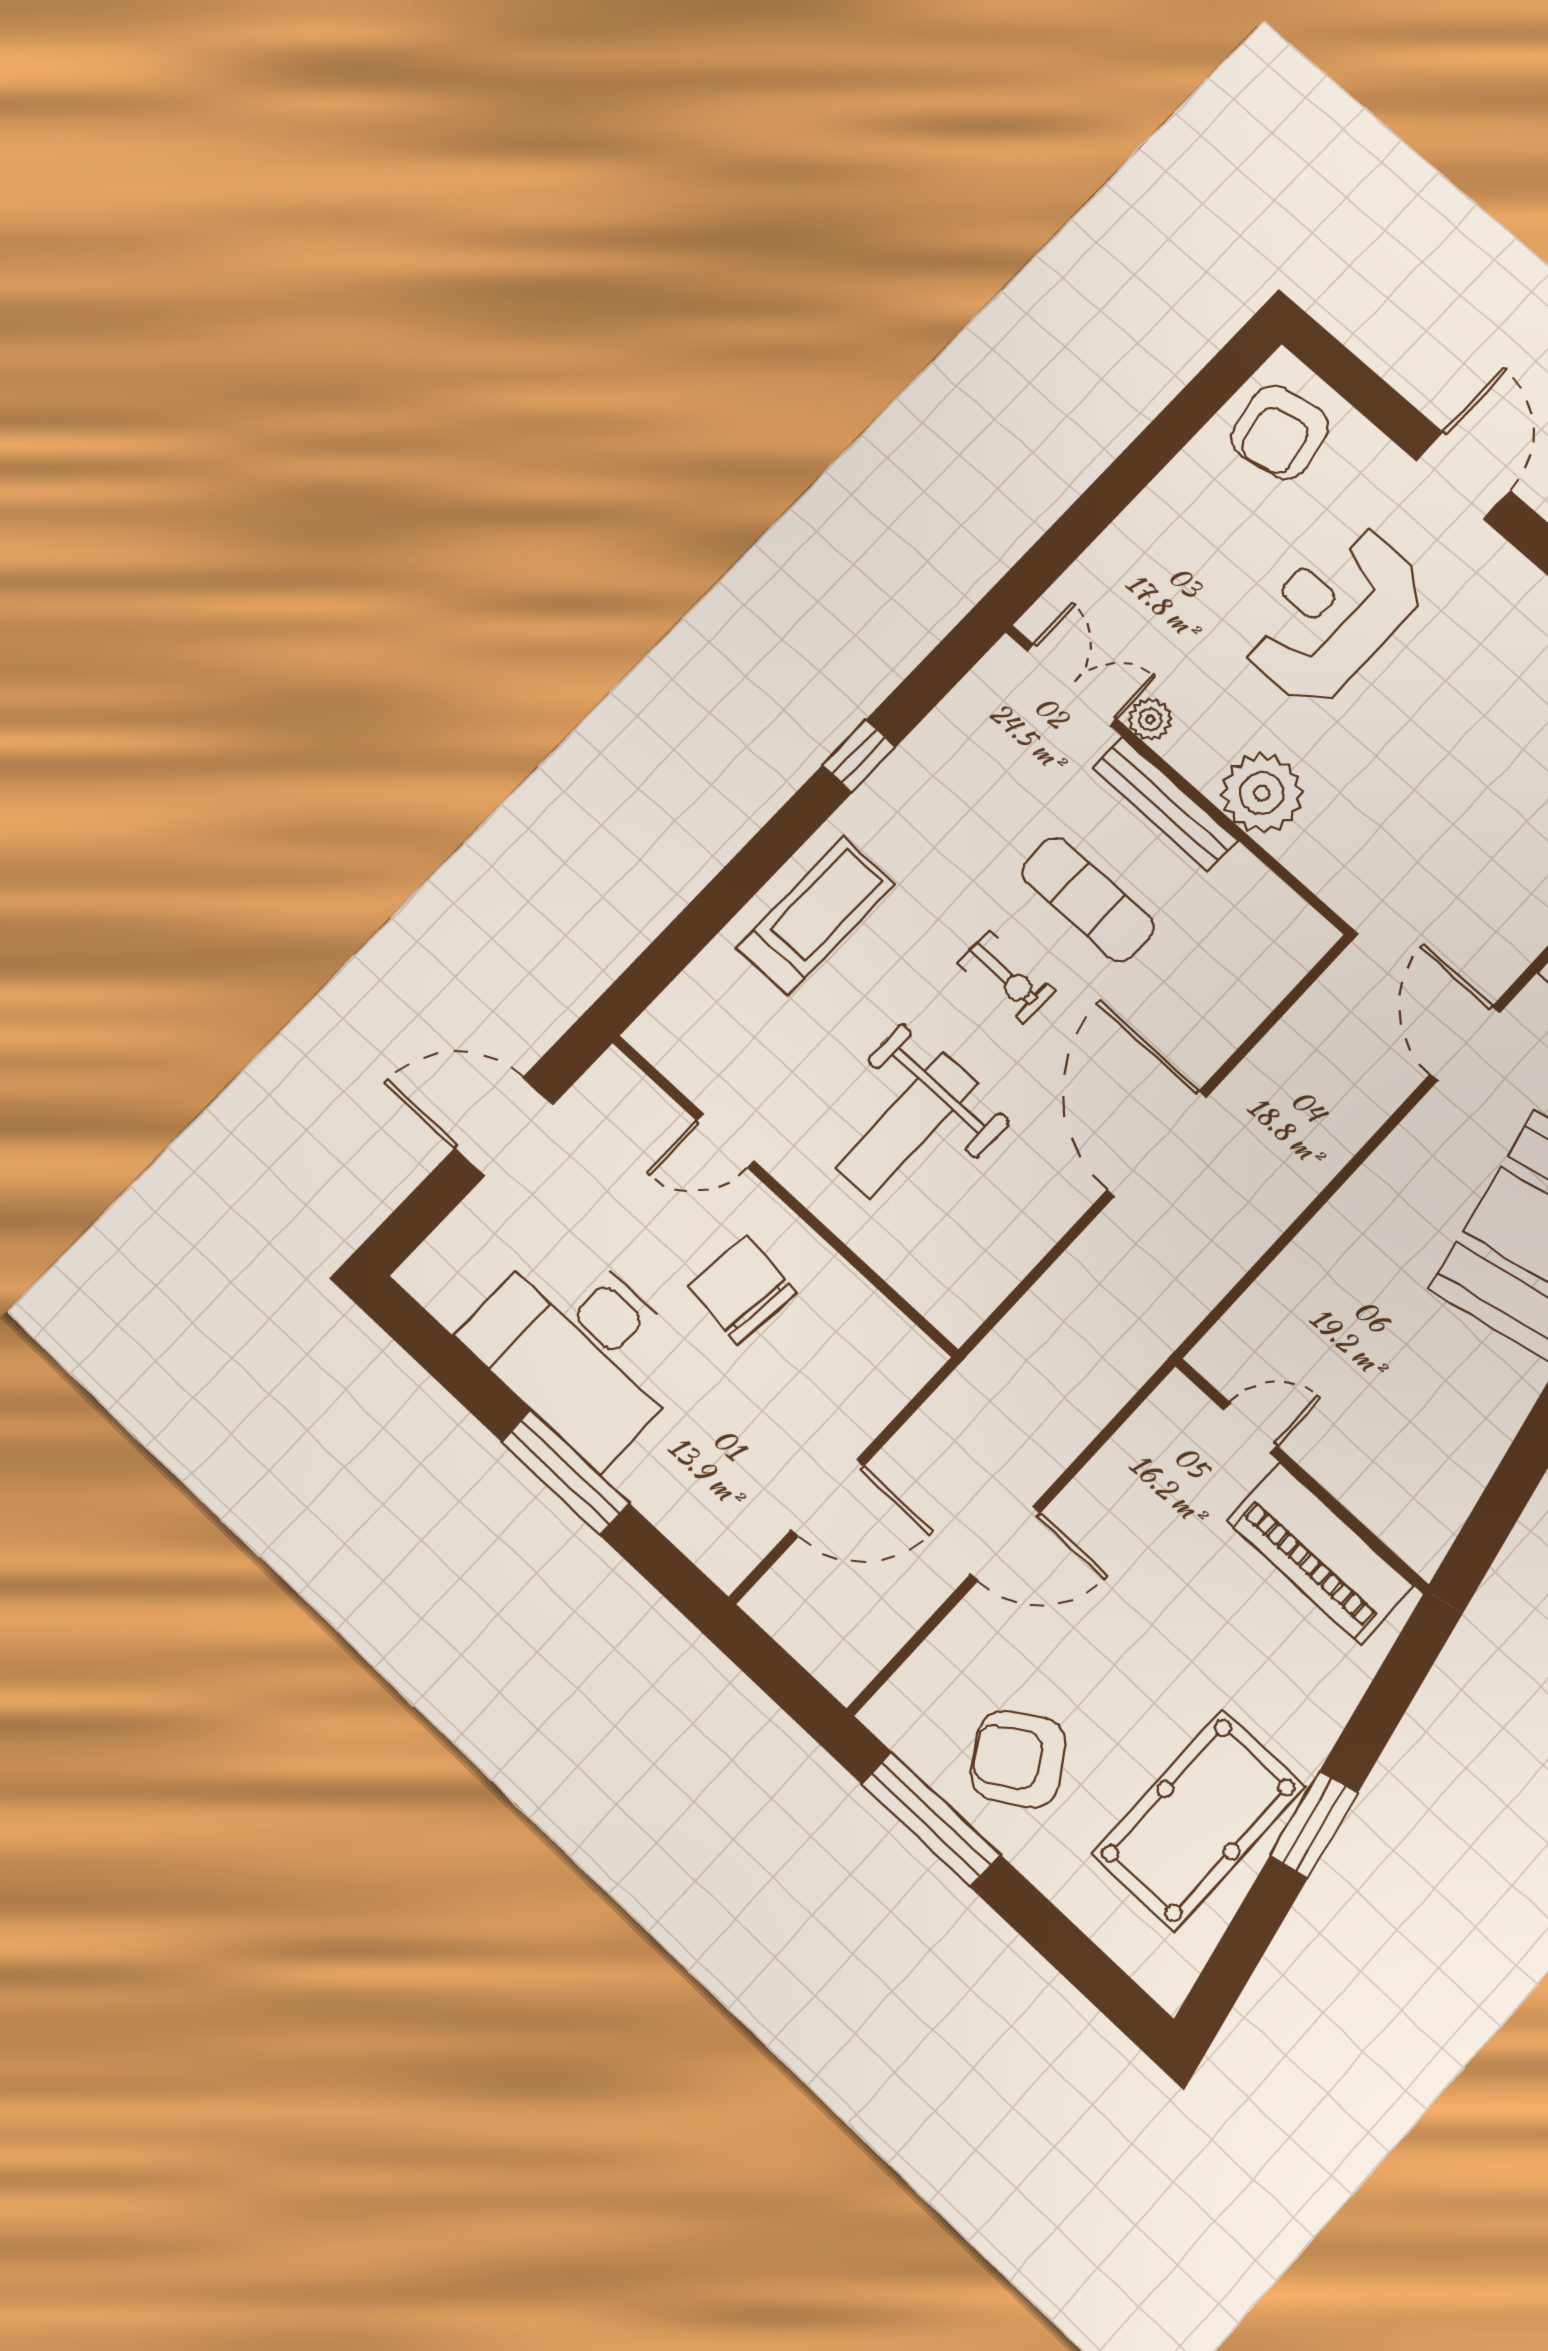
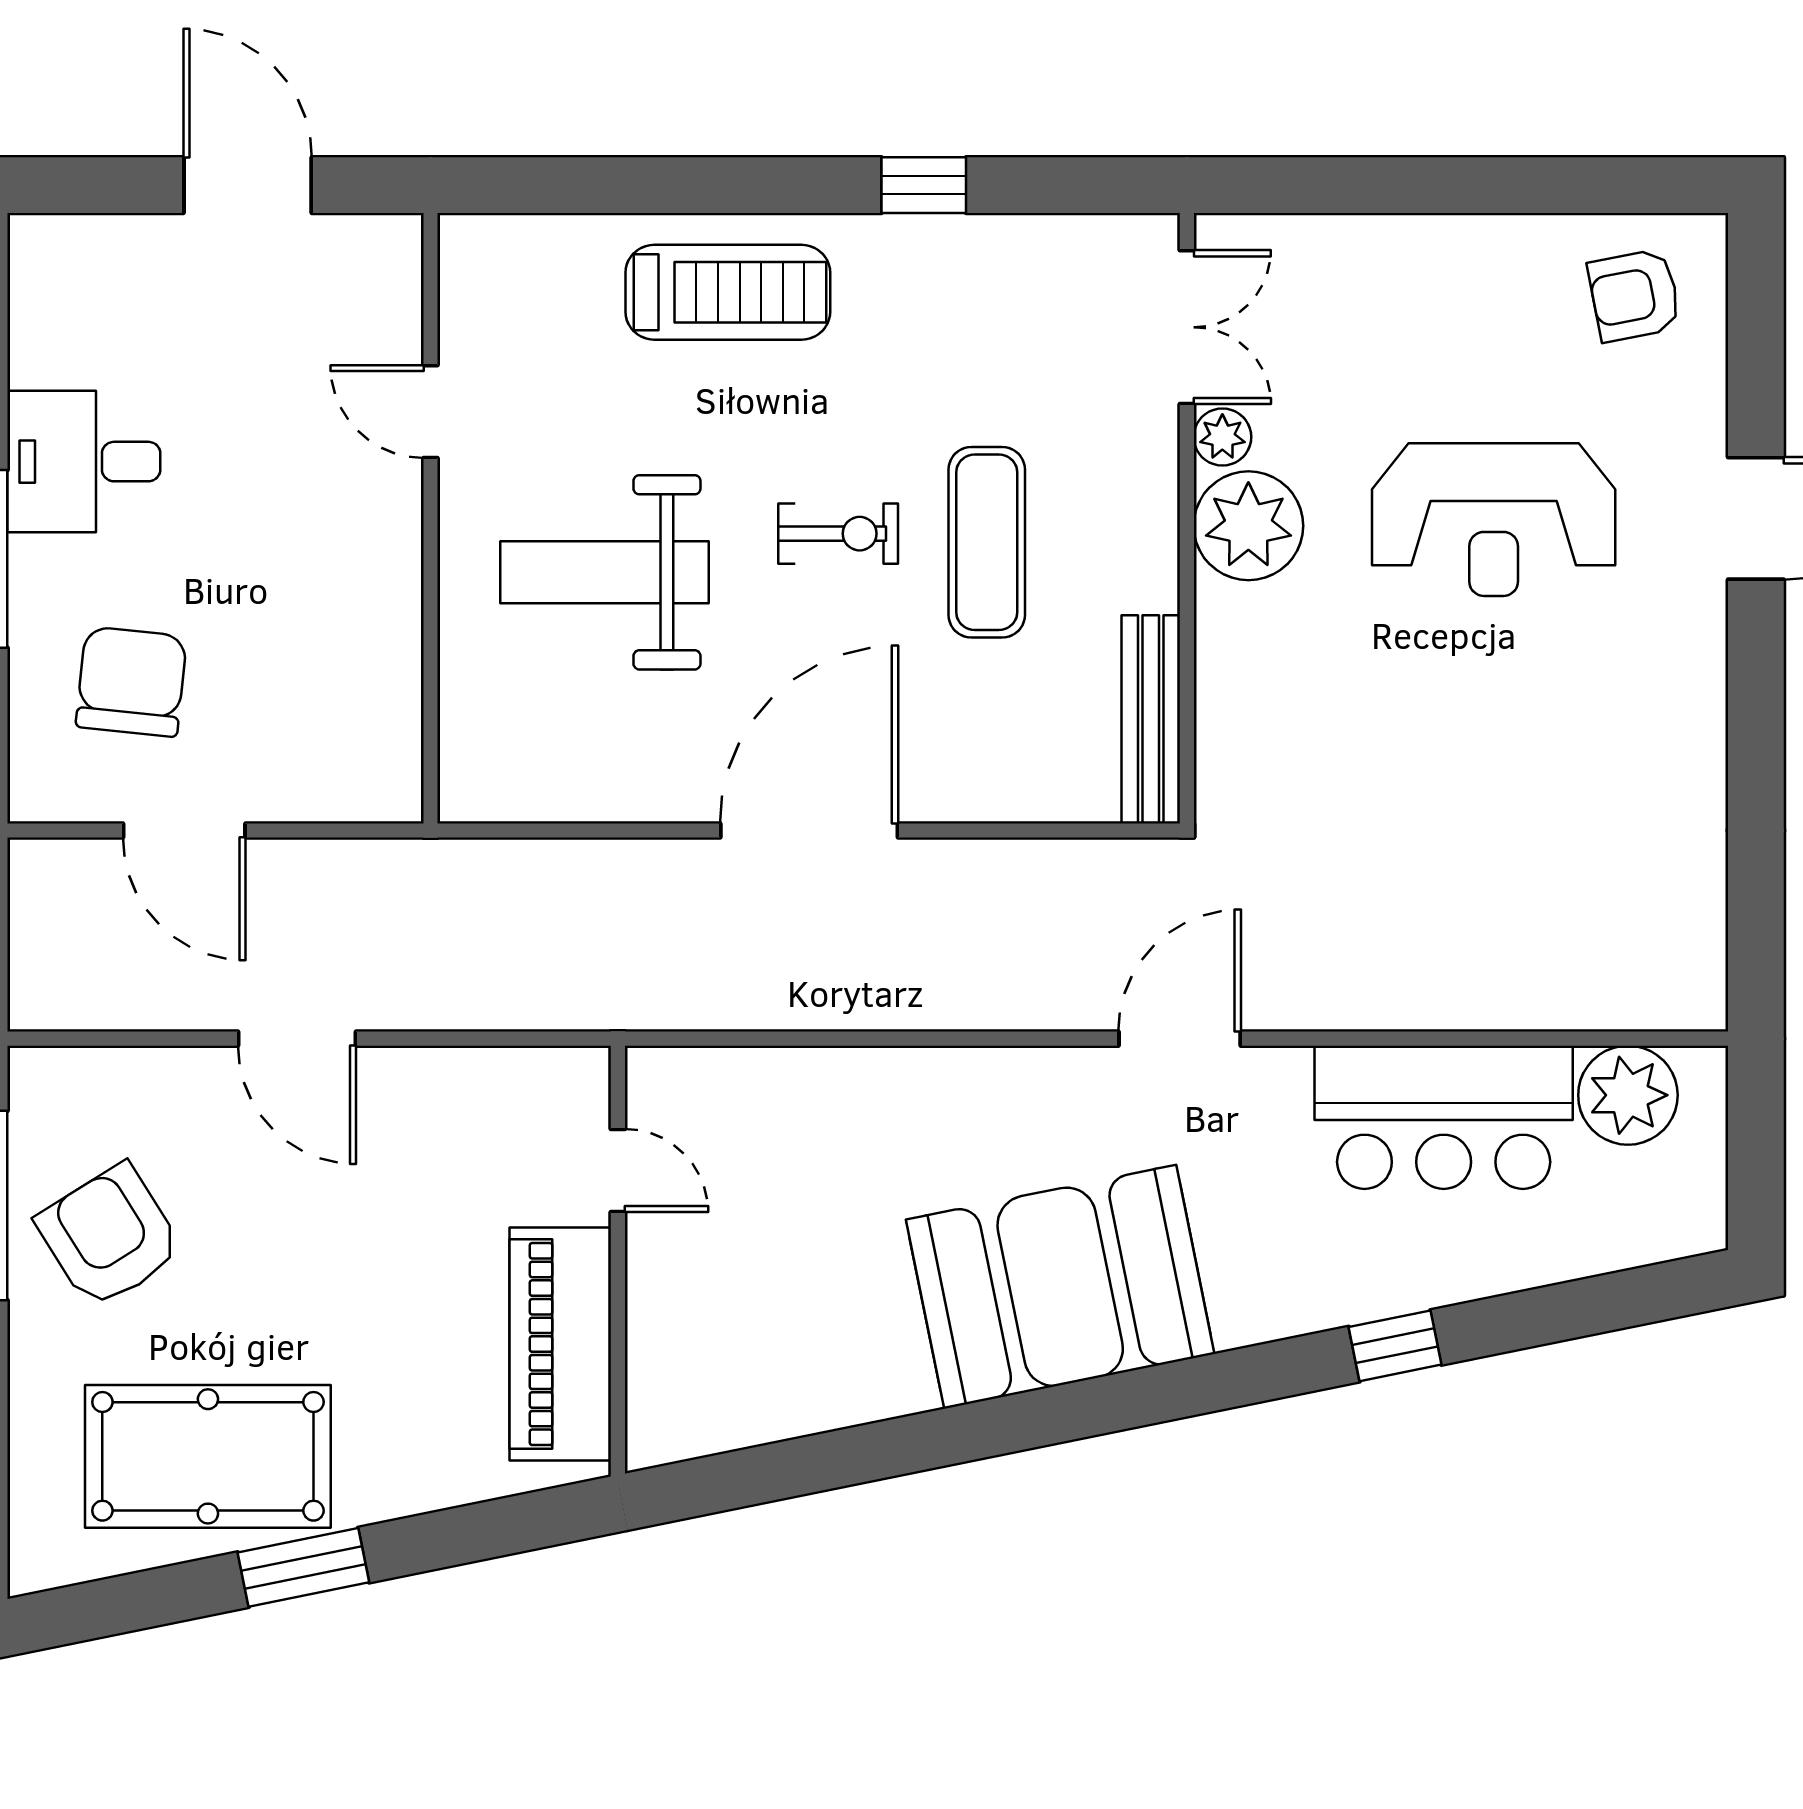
armchair: (1280, 432) -> (1634, 295), width x0.72, depth x0.72
reception desk: (1333, 615) -> (1494, 520), turned 180
plant: (1262, 793) -> (1248, 526), moved
bench: (1165, 804) -> (1151, 719), moved
exercise bike: (1006, 977) -> (838, 534), turned -90
chair: (742, 1290) -> (131, 682), moved
desk: (580, 1349) -> (84, 462), width x0.53, depth x0.77

